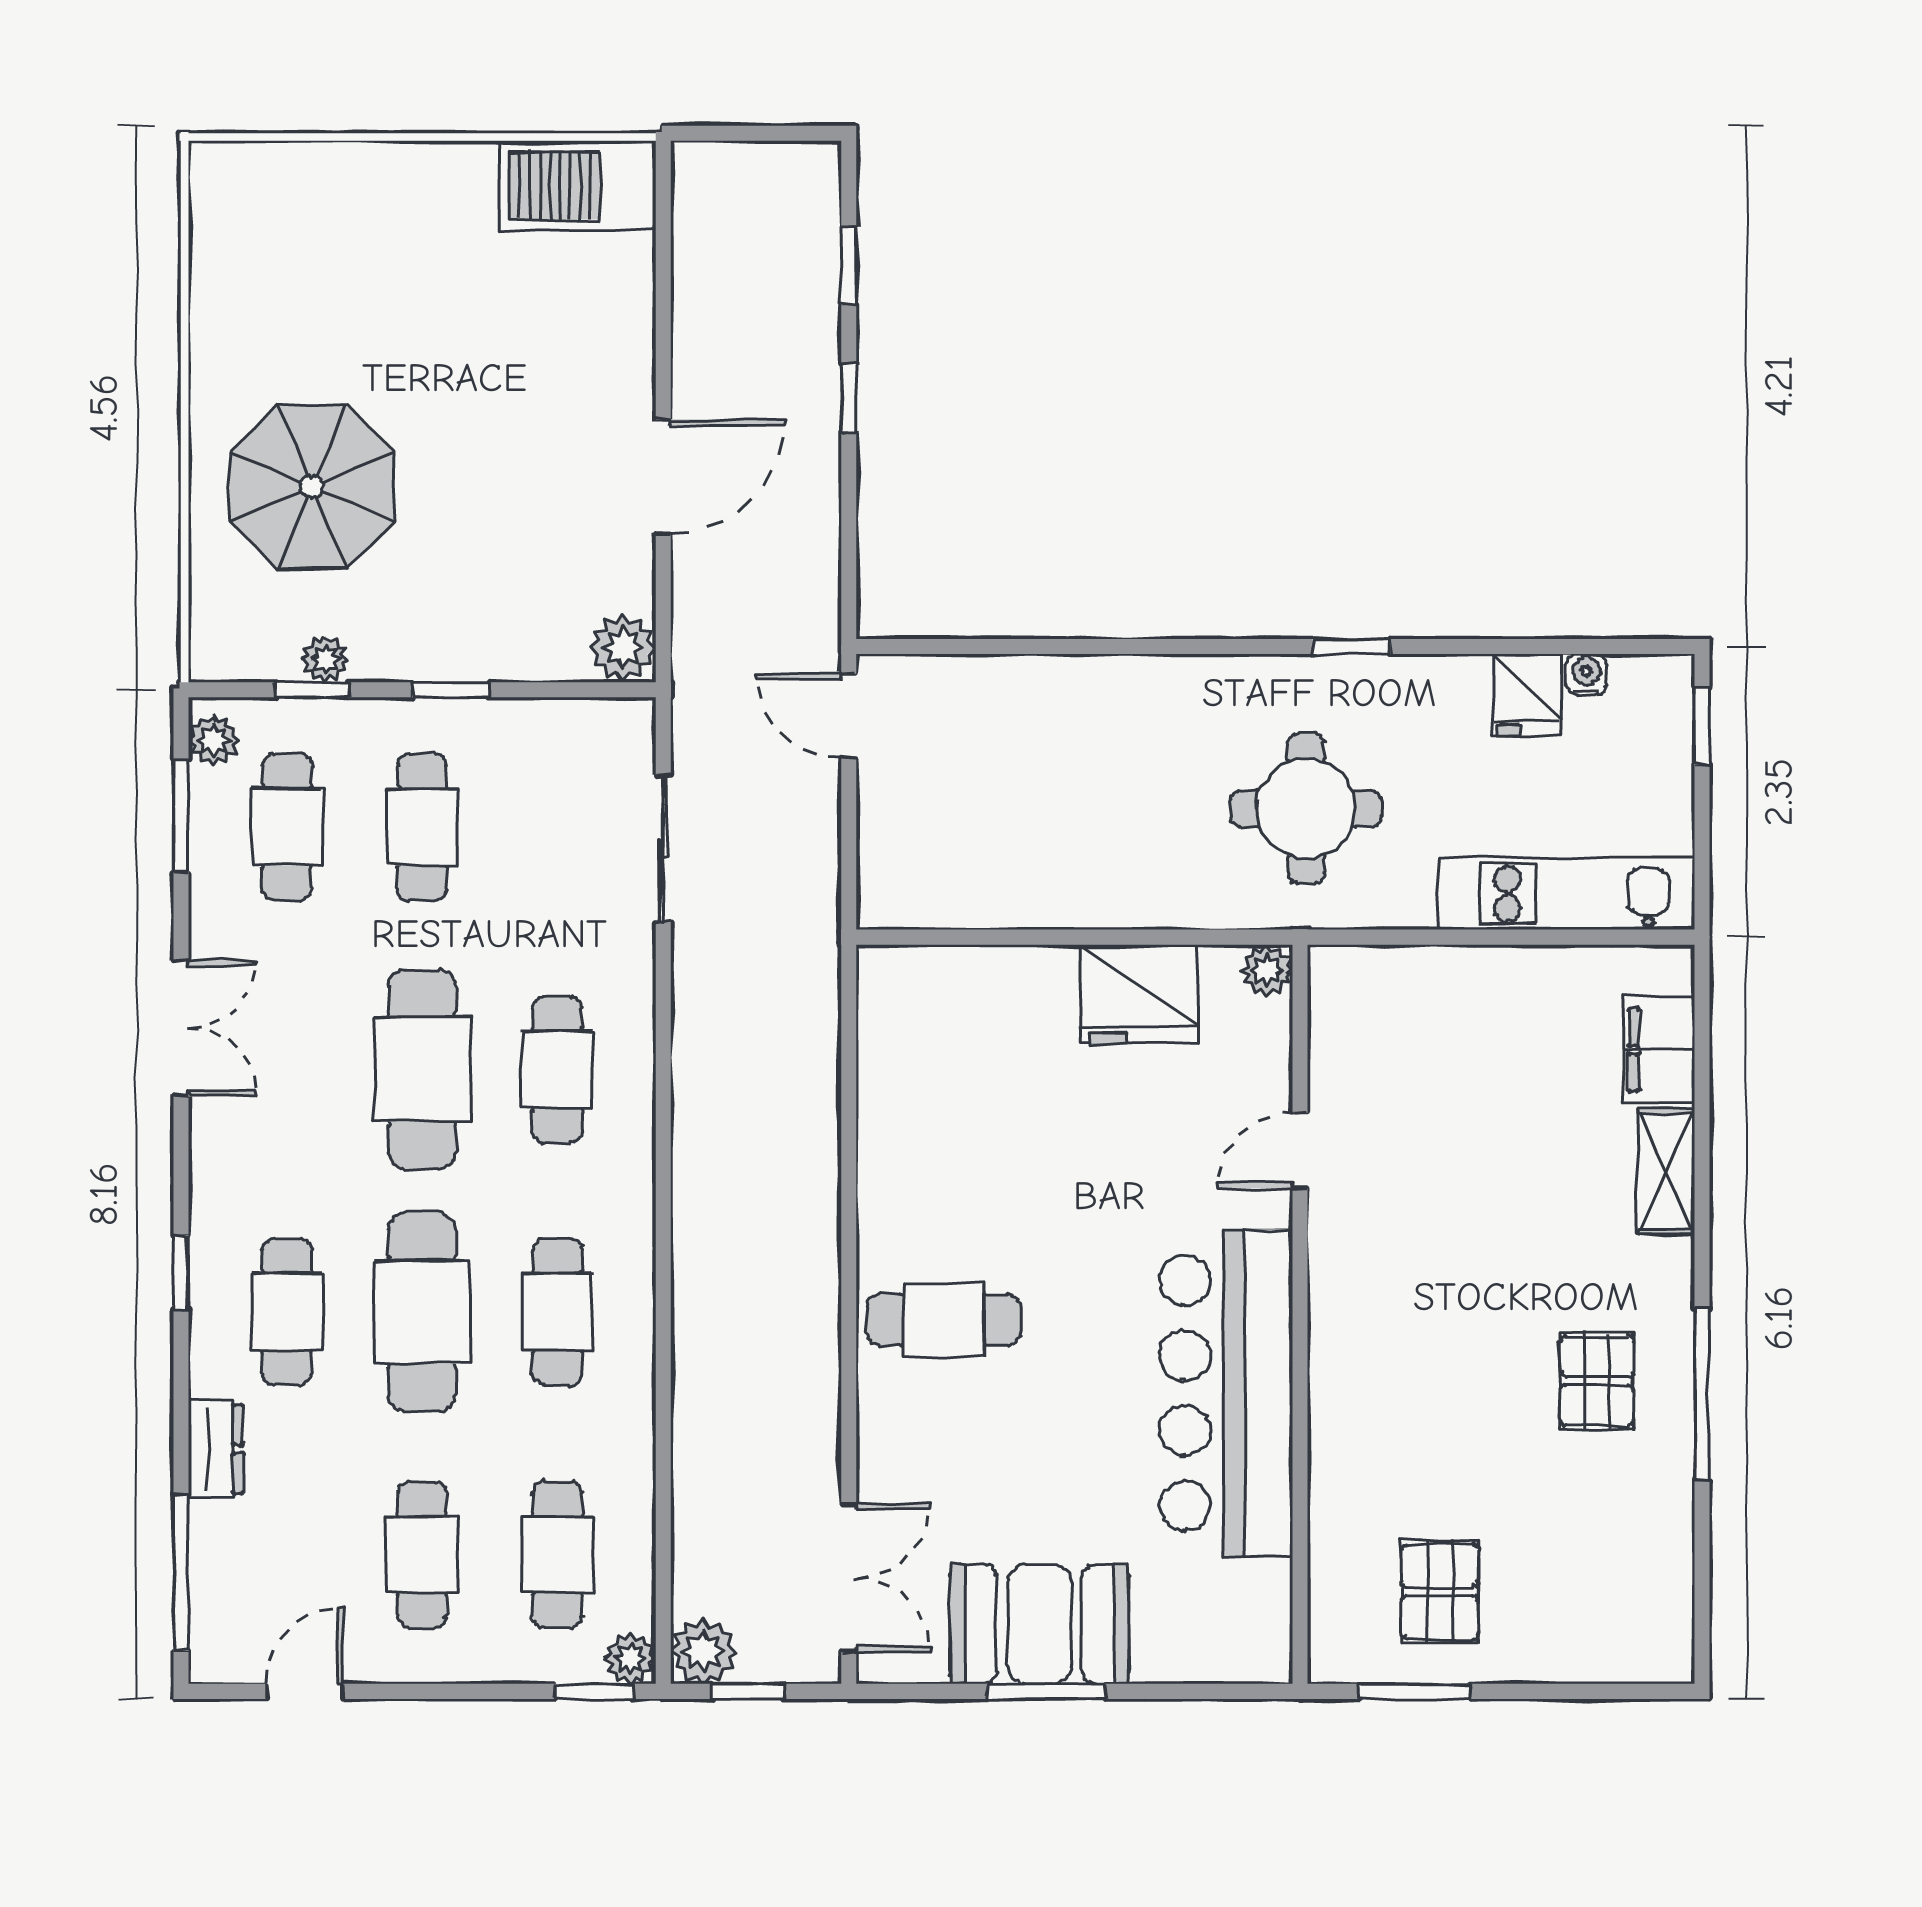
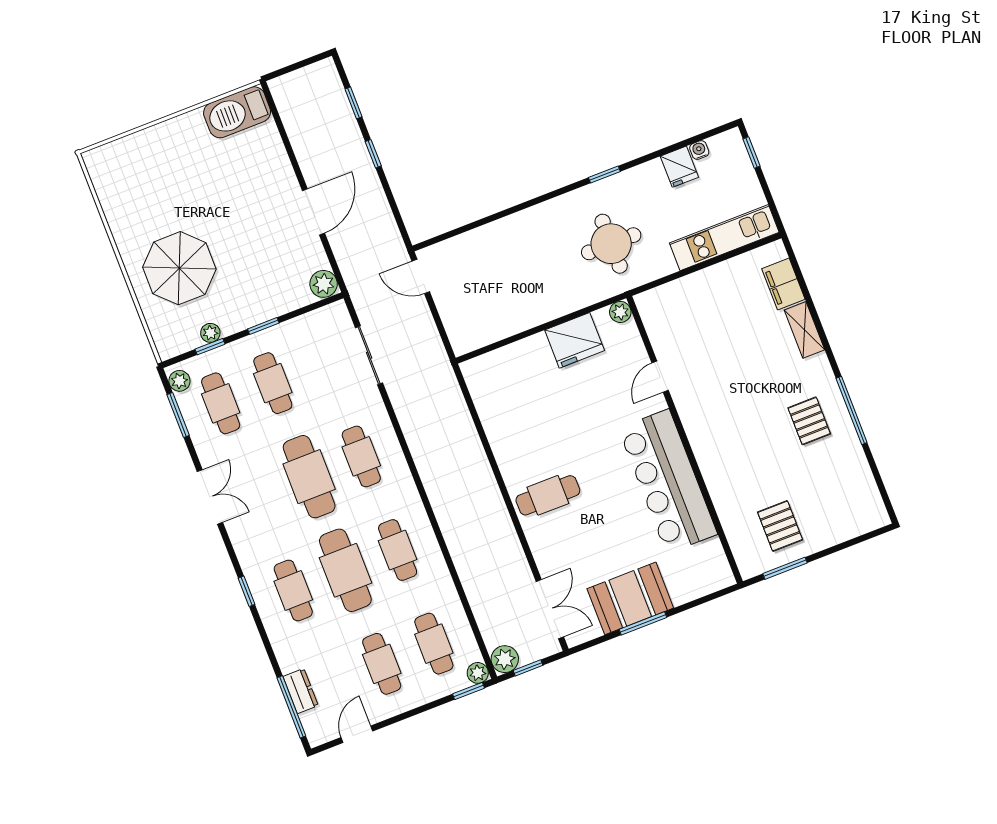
dresser: (216, 1449) -> (301, 691), moved

